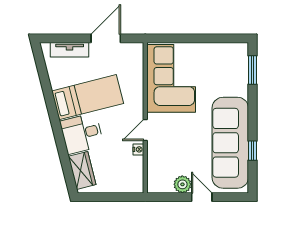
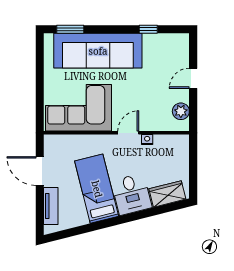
door: (145, 130) -> (128, 133), swing flipped
sofa: (230, 143) -> (98, 51), moved
plant: (182, 184) -> (181, 111), moved

